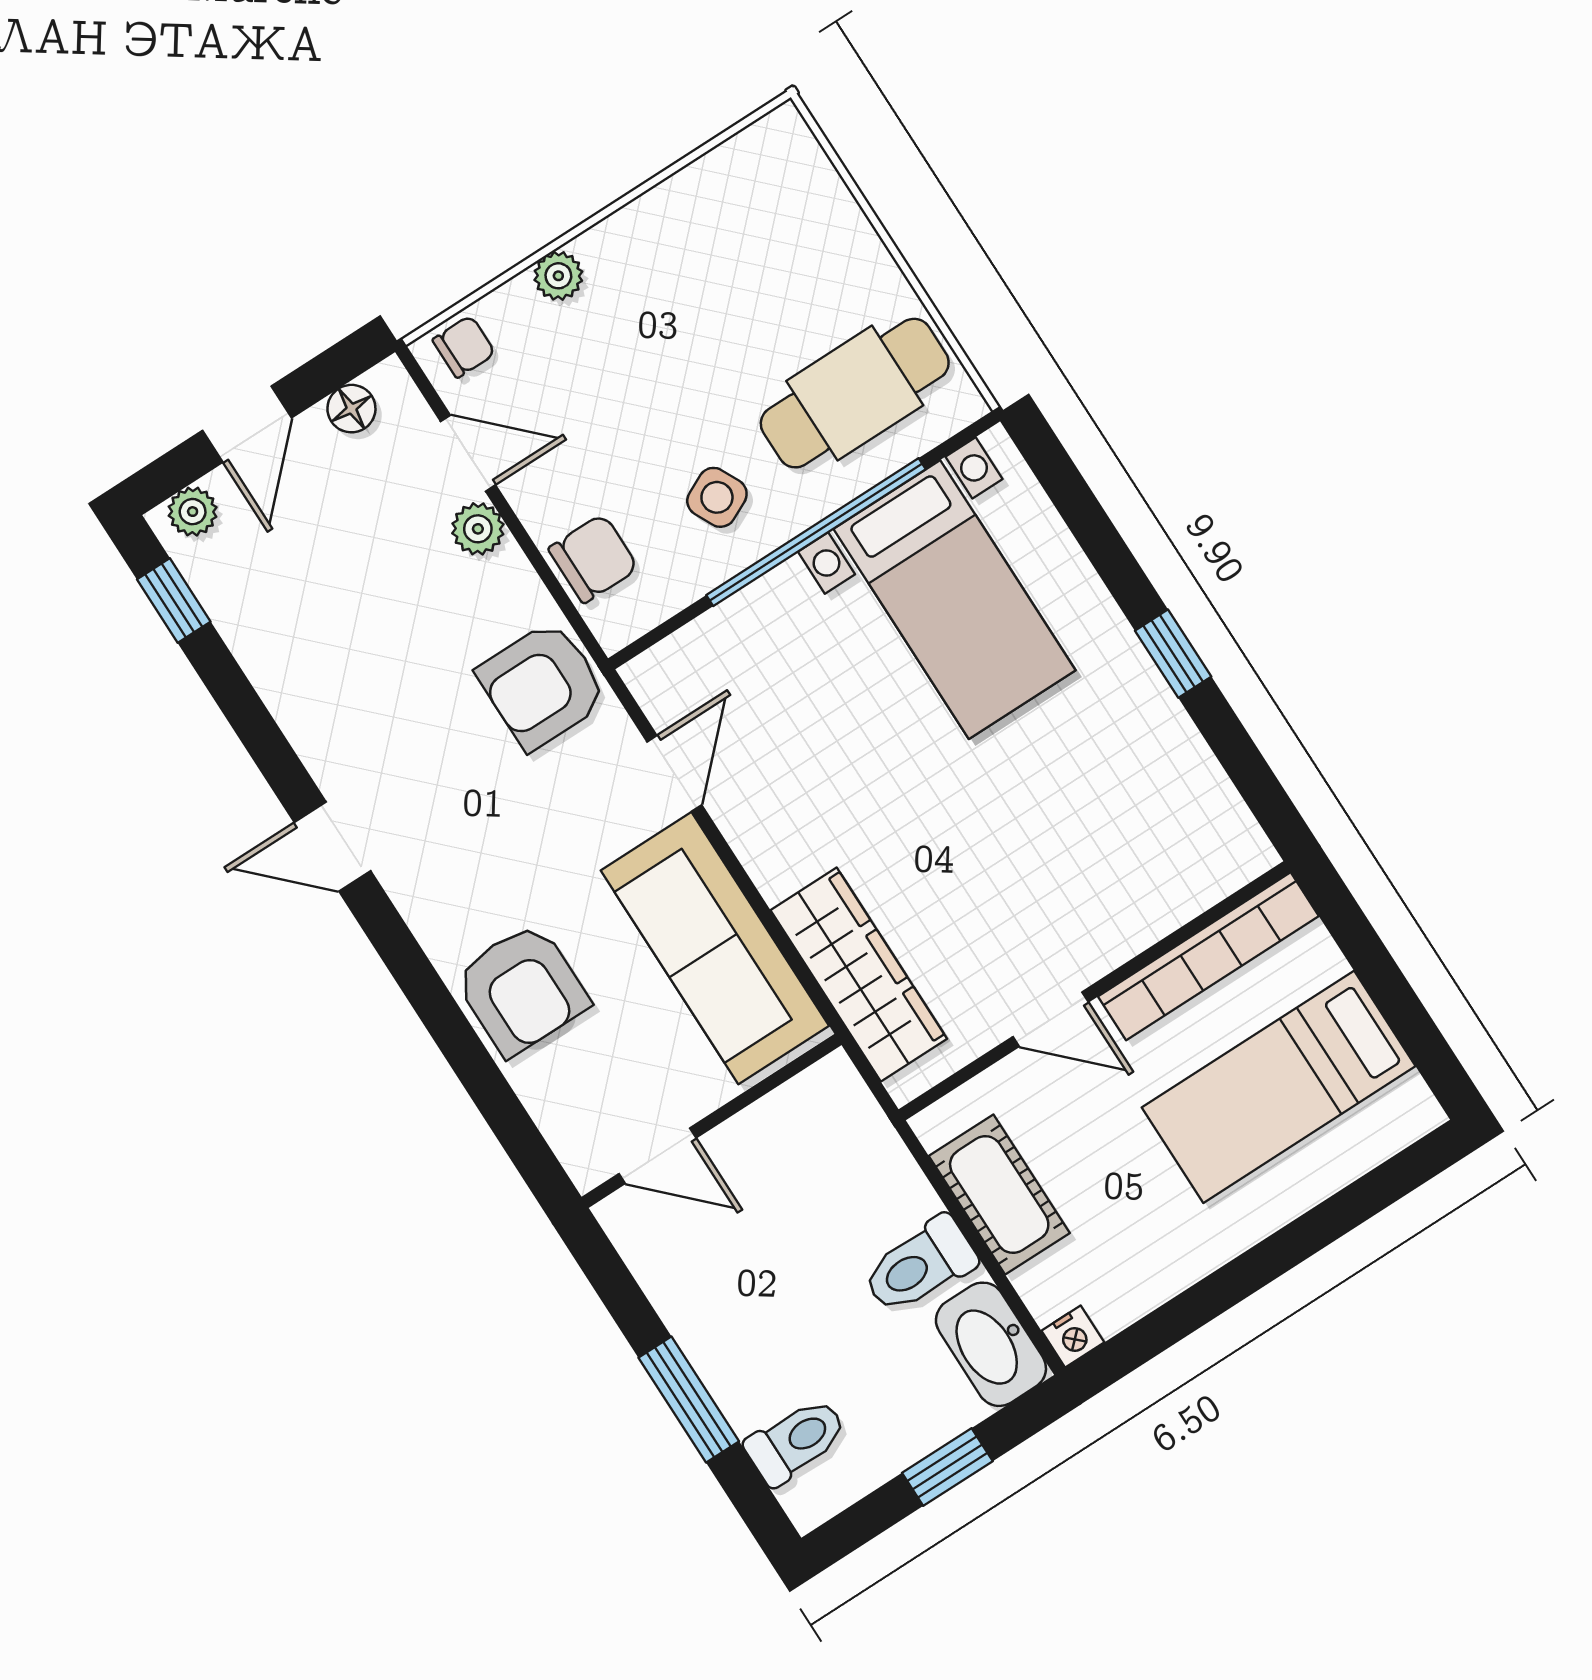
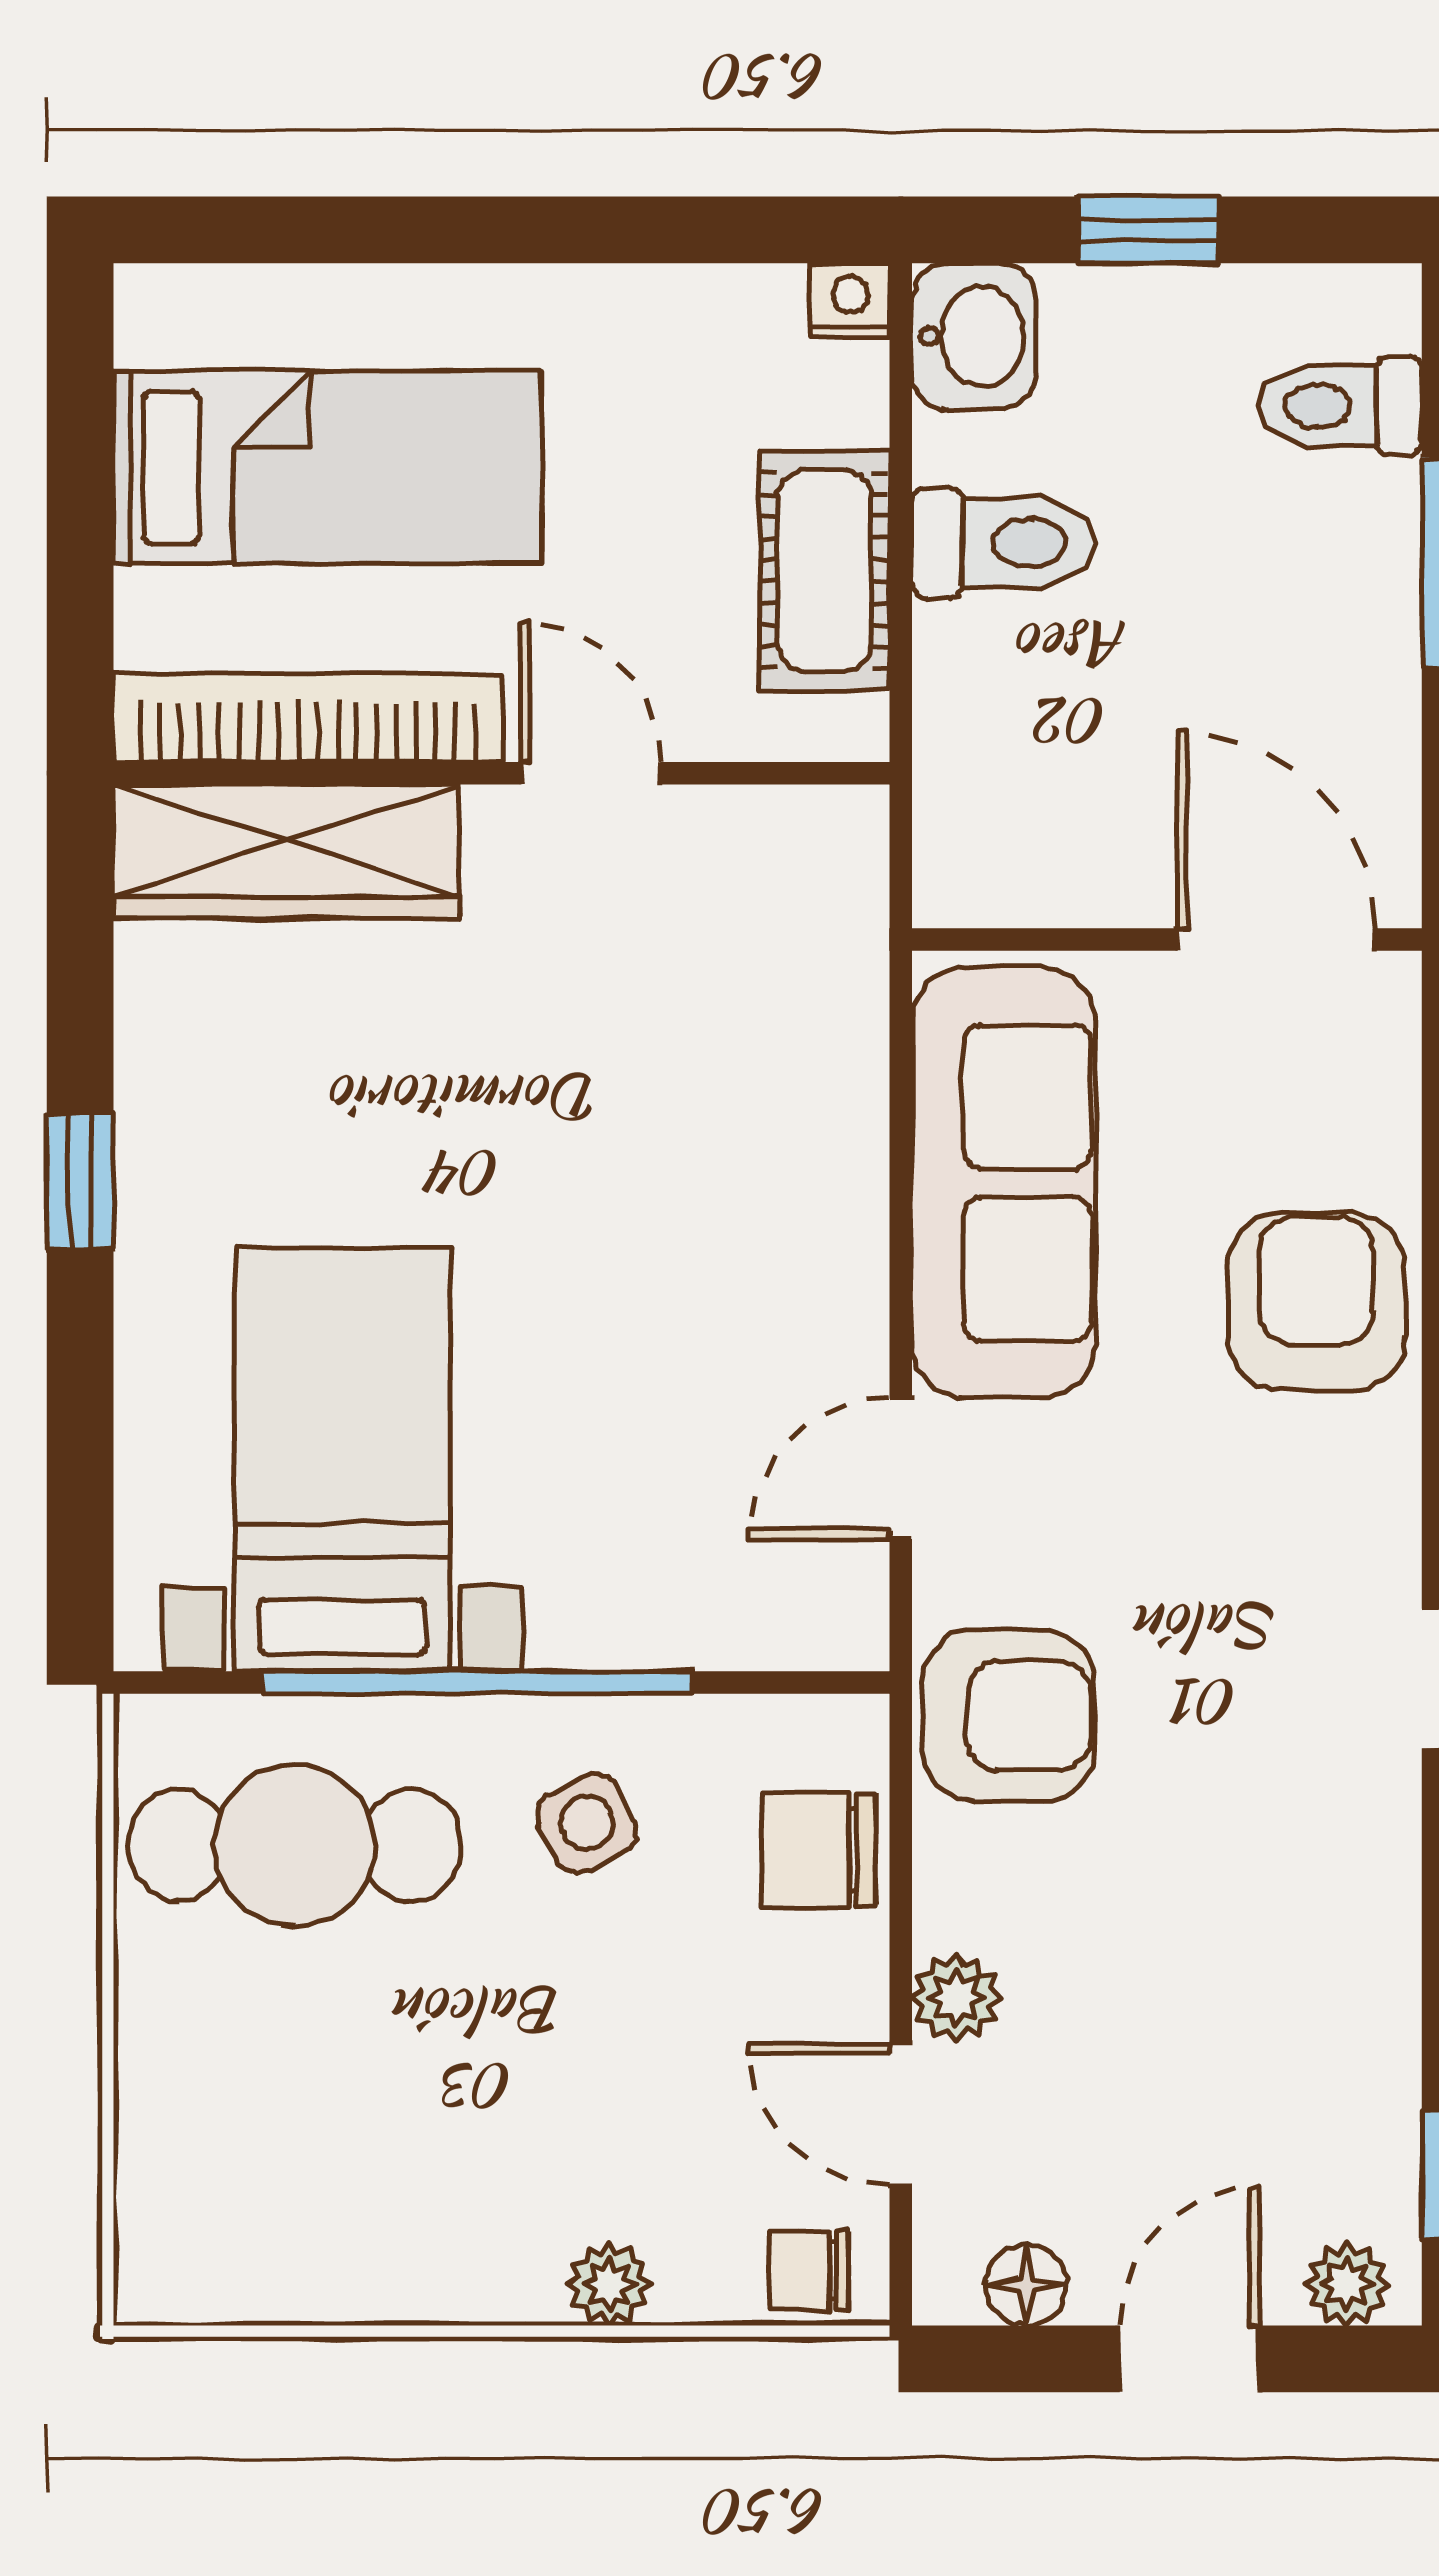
wardrobe: (859, 975) -> (286, 851), moved, turned -90
door: (657, 1156) -> (1276, 940), width x1.38
washbasin: (991, 1344) -> (974, 336), width x0.72

